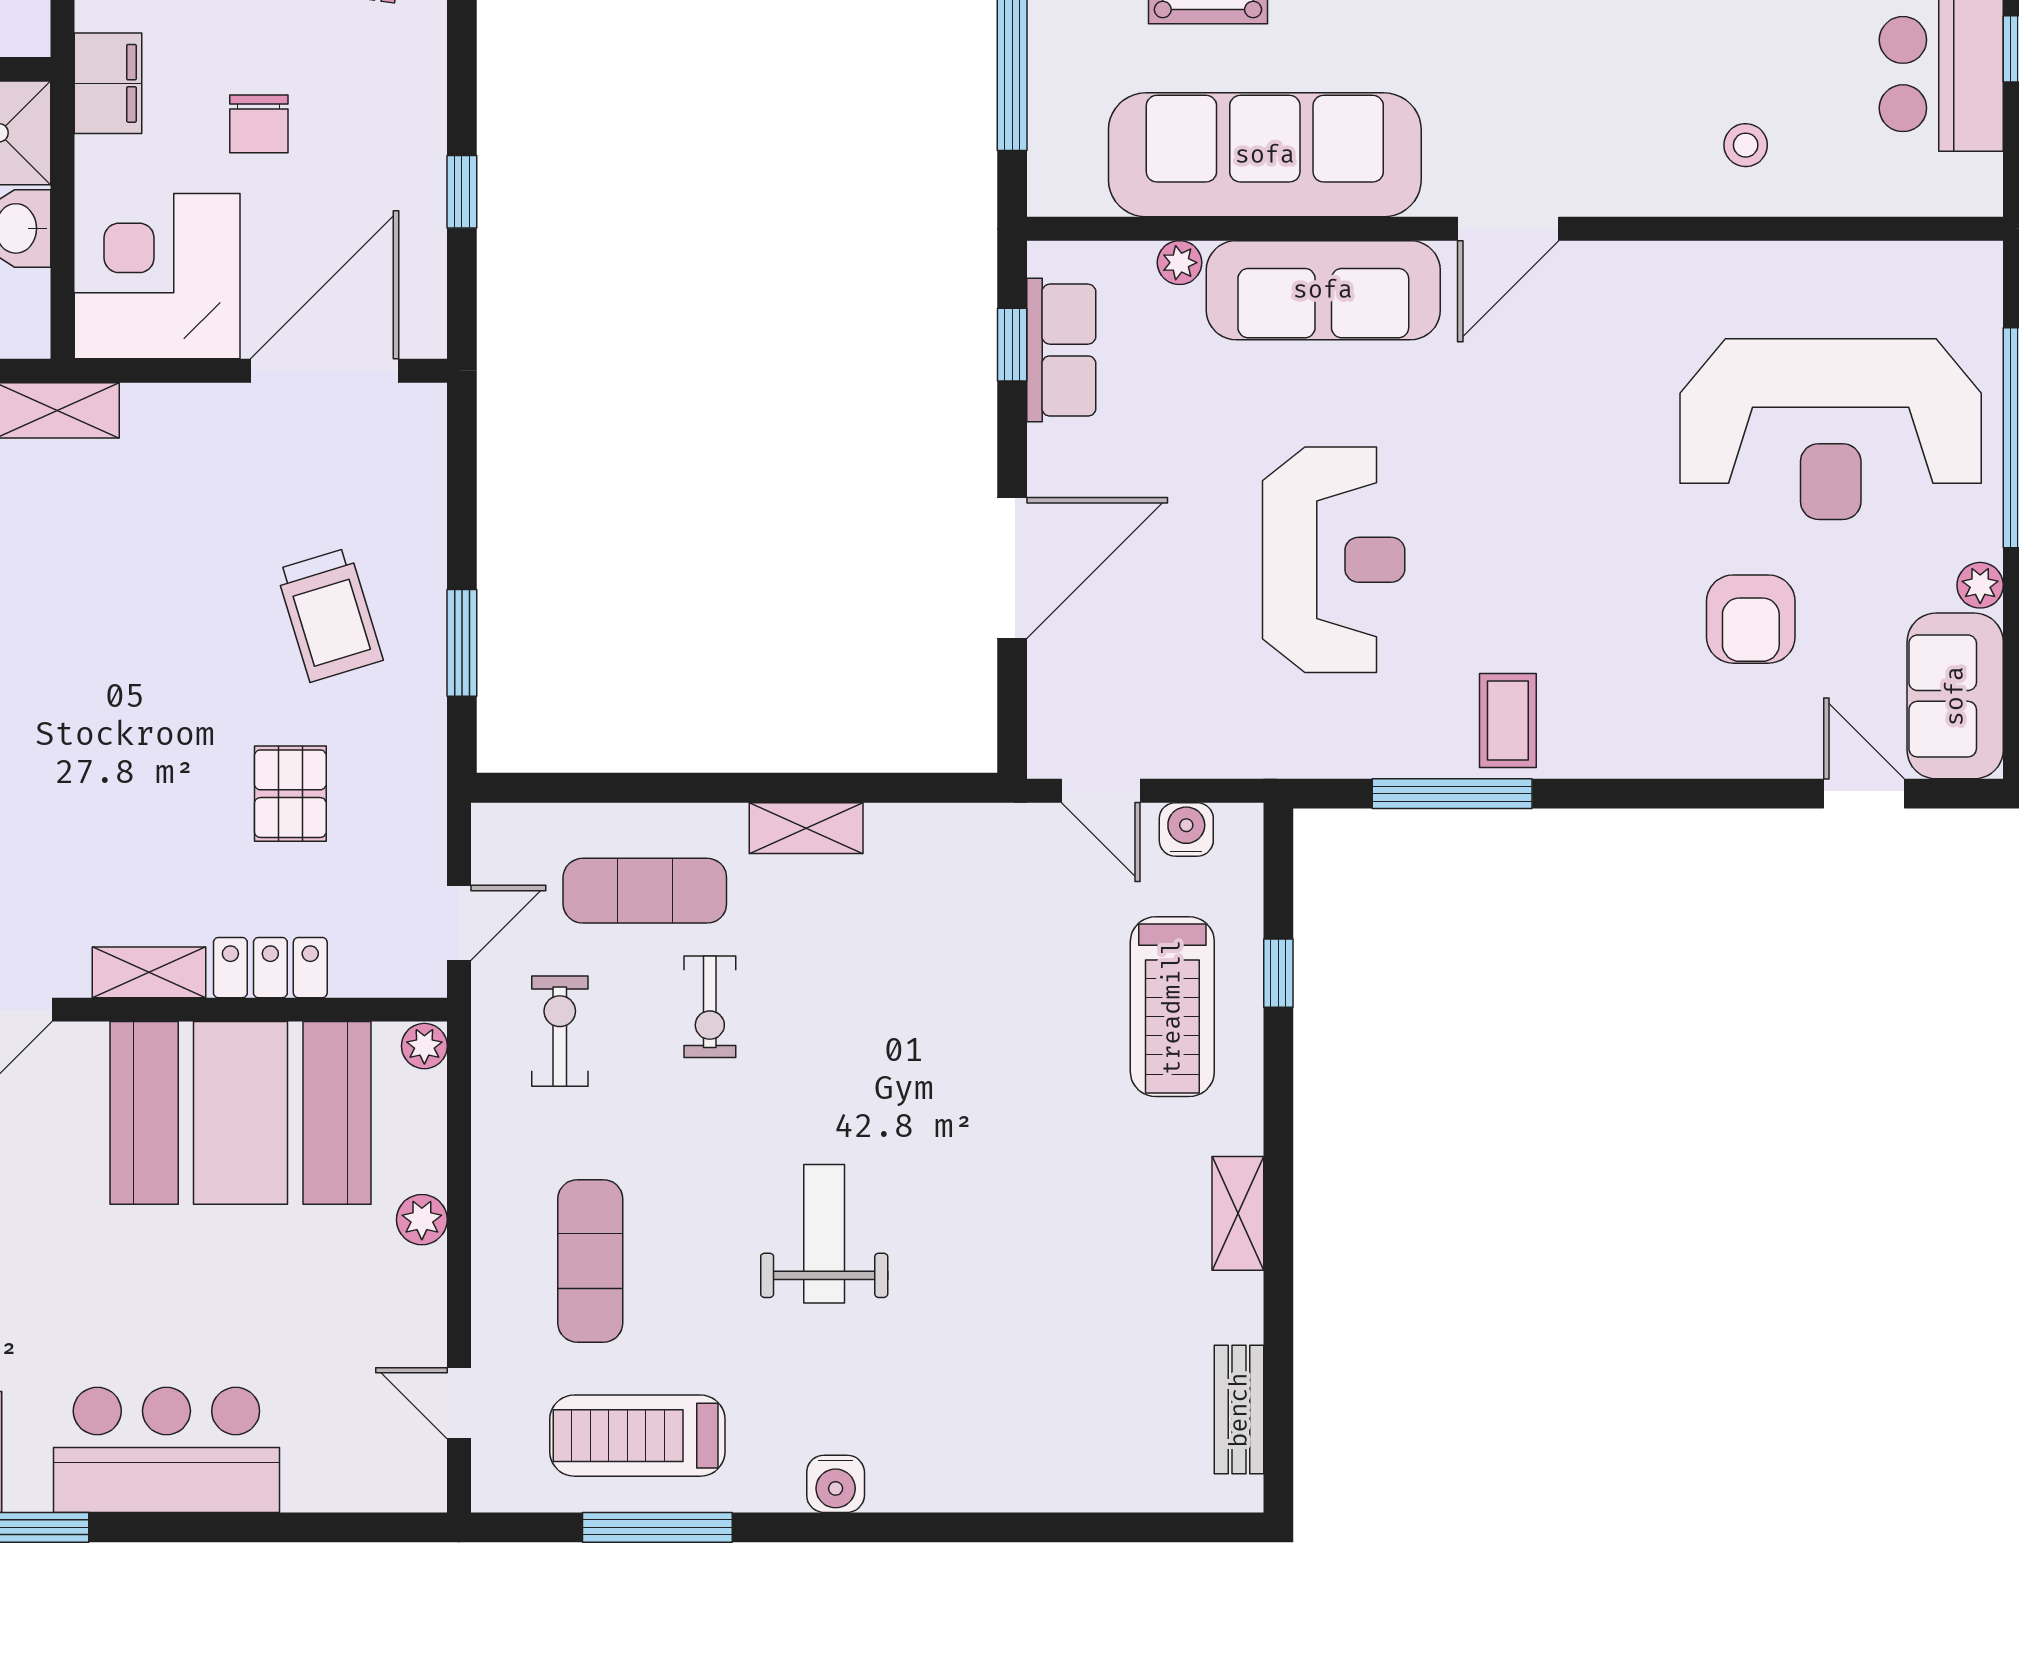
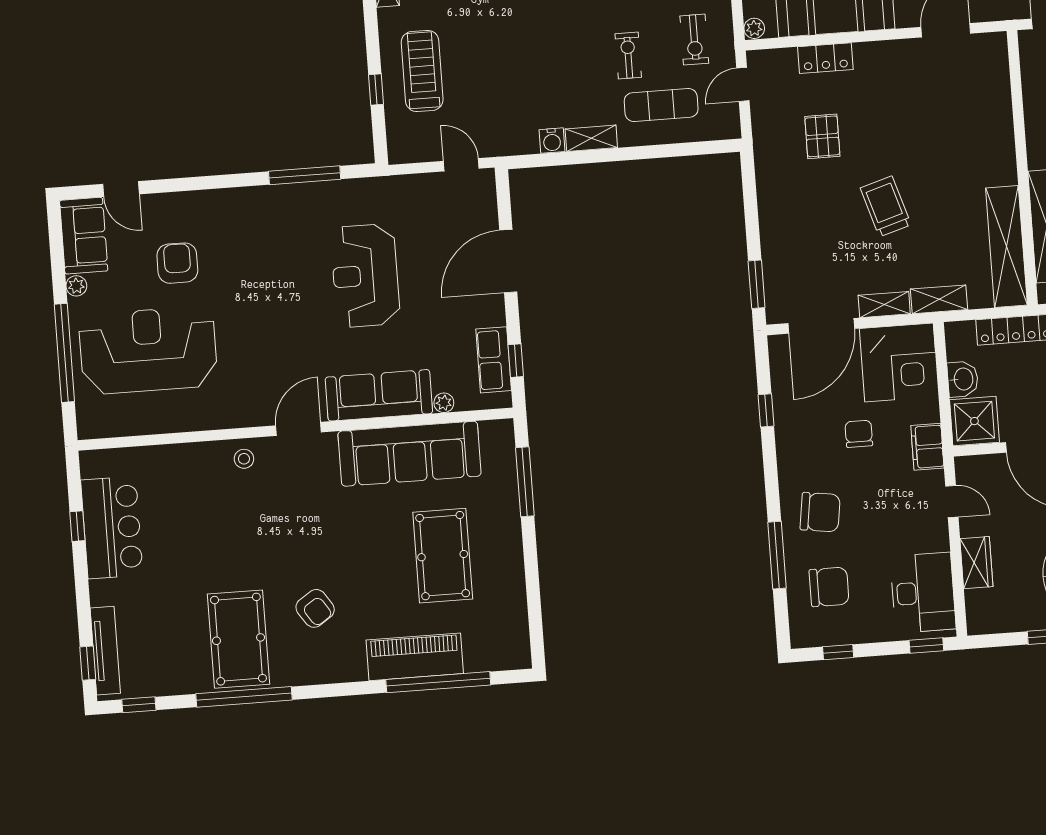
stool: (1746, 145) -> (244, 459), moved
trolley: (329, 615) -> (886, 206), moved
window: (462, 643) -> (757, 284), moved
coffee table: (1508, 720) -> (282, 210), removed
water cooler: (1186, 829) -> (552, 141), moved
shelving: (149, 972) -> (884, 305), moved

